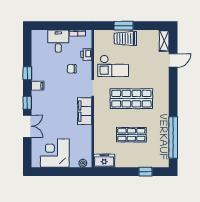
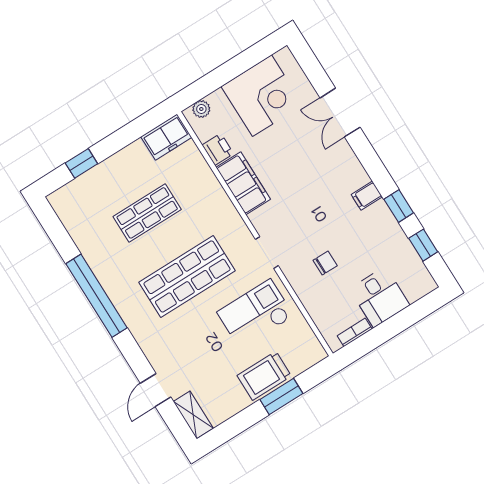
trolley: (125, 39) -> (264, 376), turned 180
printer: (86, 54) -> (218, 149), moved
window: (27, 103) -> (423, 245), moved
filing cabinet: (85, 111) -> (243, 183), moved
window: (173, 137) -> (96, 296), moved

